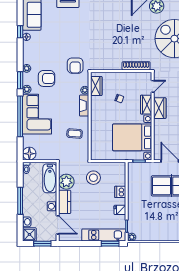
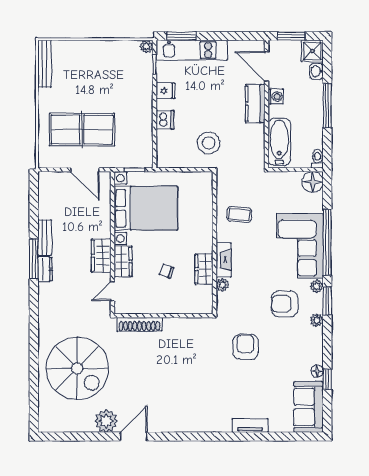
armchair: (75, 66) -> (245, 347), moved
wardrobe: (96, 86) -> (204, 269), moved
plant: (66, 182) -> (253, 136), removed

